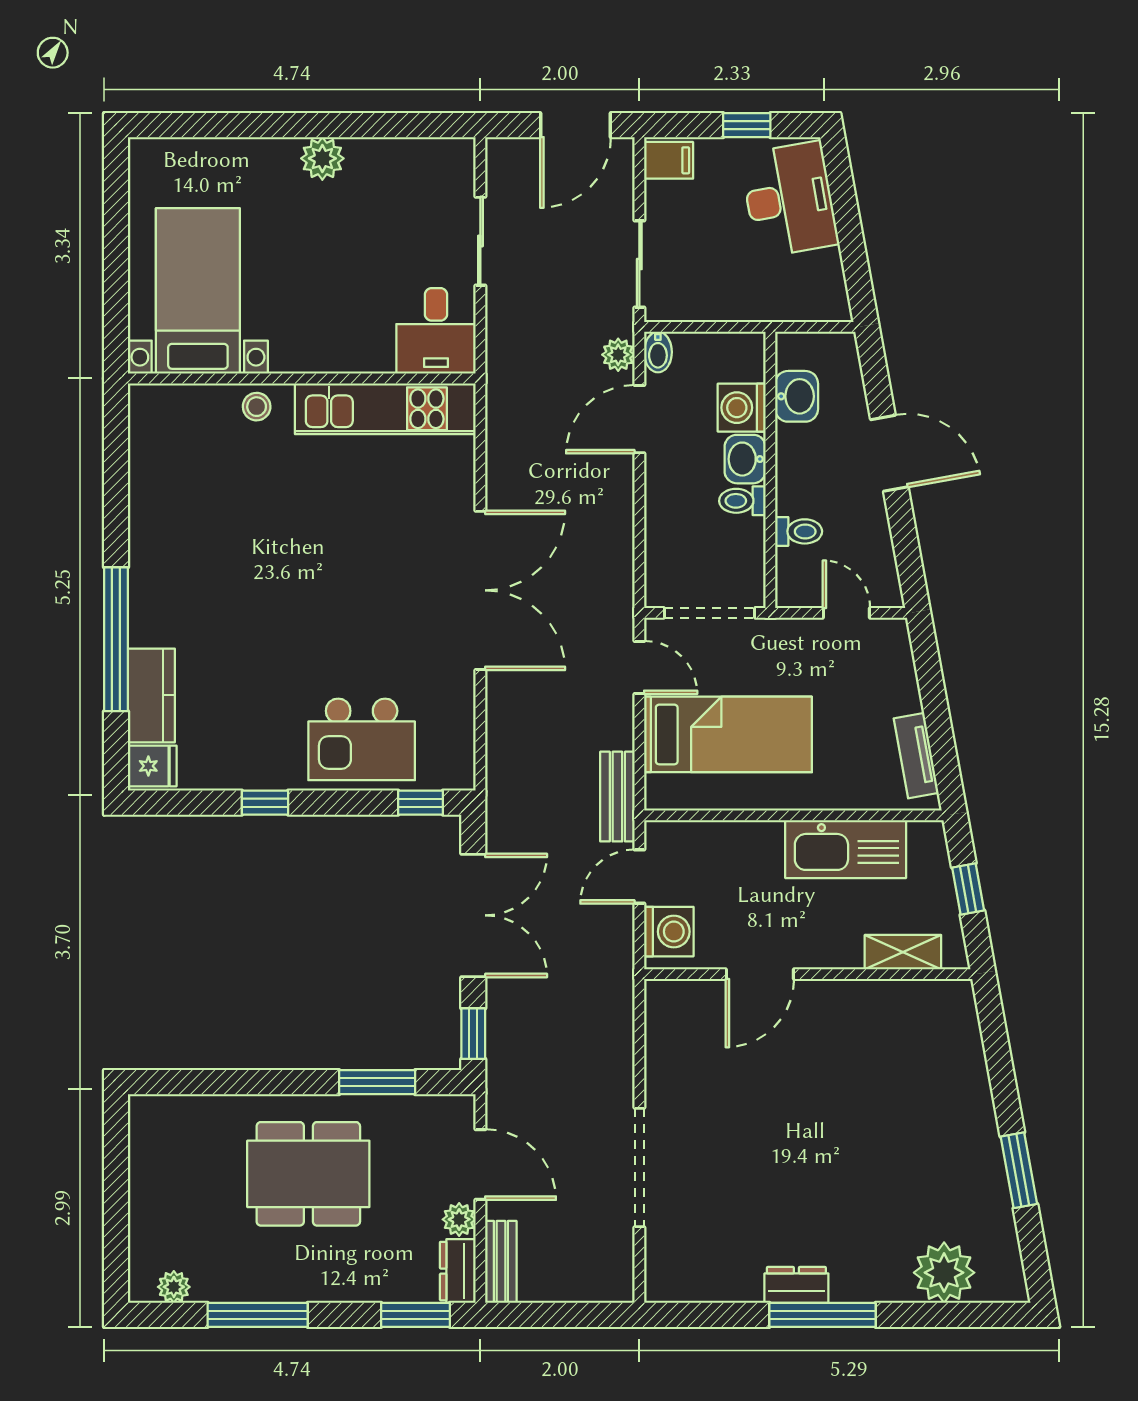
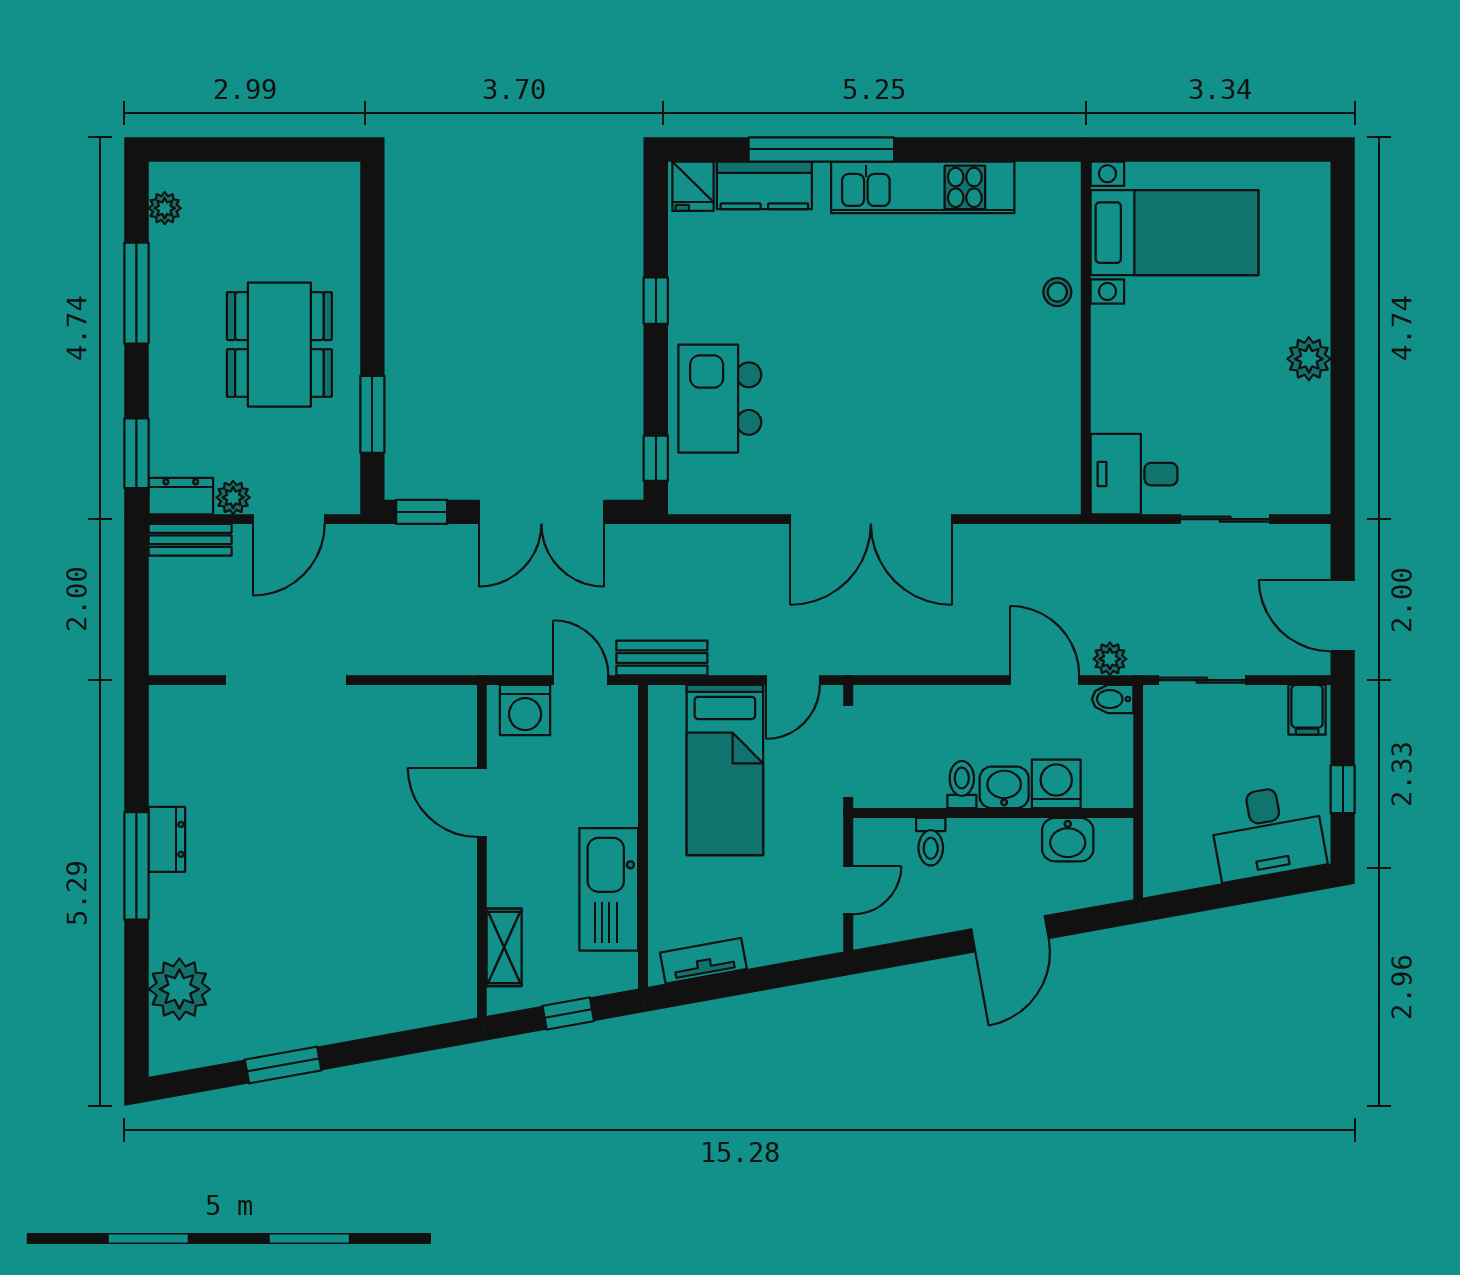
kitchen unit: (385, 409) -> (923, 187), moved, turned -90

